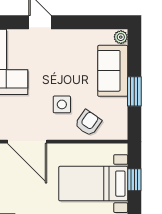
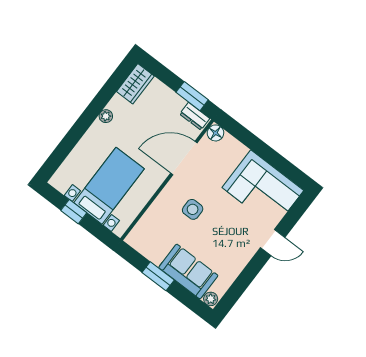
armchair: (88, 123) -> (161, 219), removed
window: (134, 180) -> (74, 212), moved

